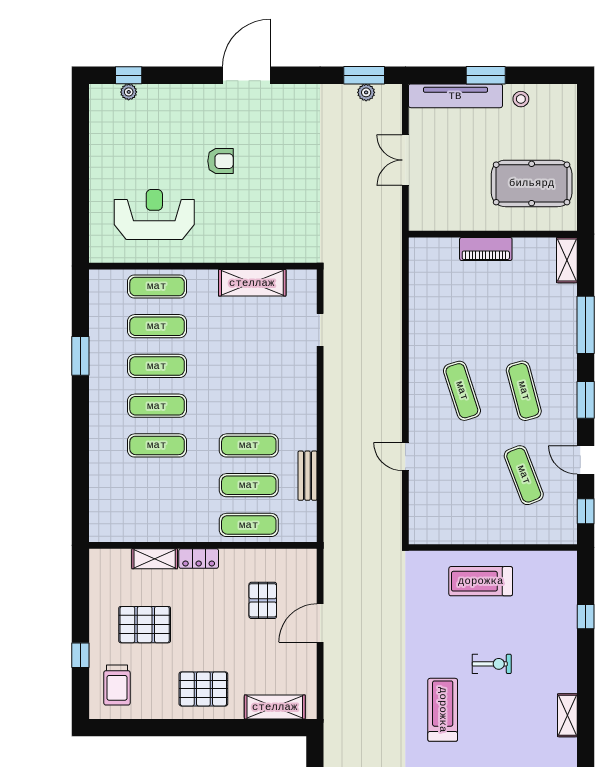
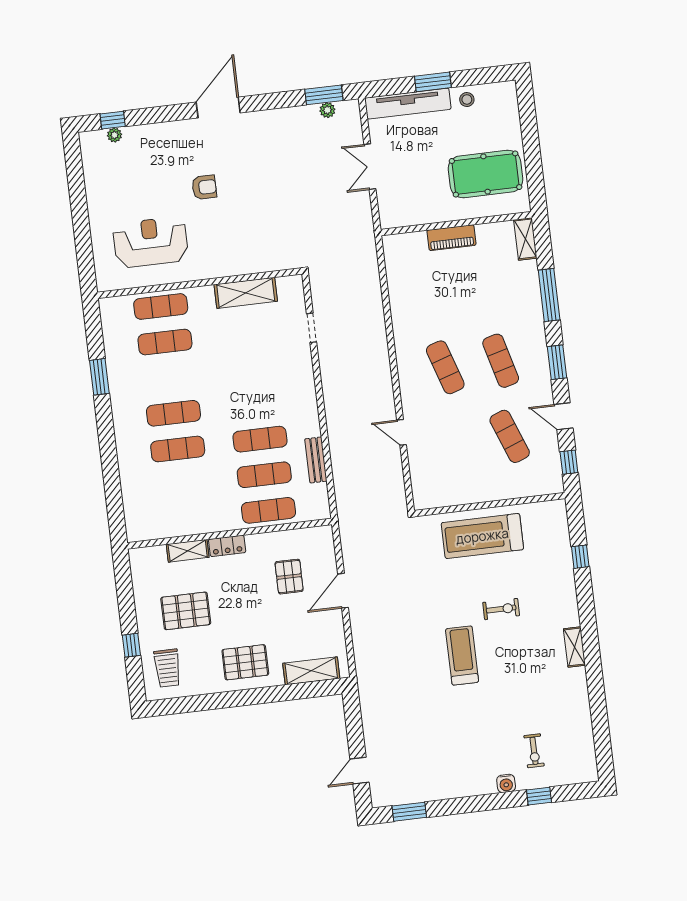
exercise mat: (157, 366) -> (169, 378), removed
treadmill: (481, 581) -> (482, 536), width x1.37, depth x1.38

